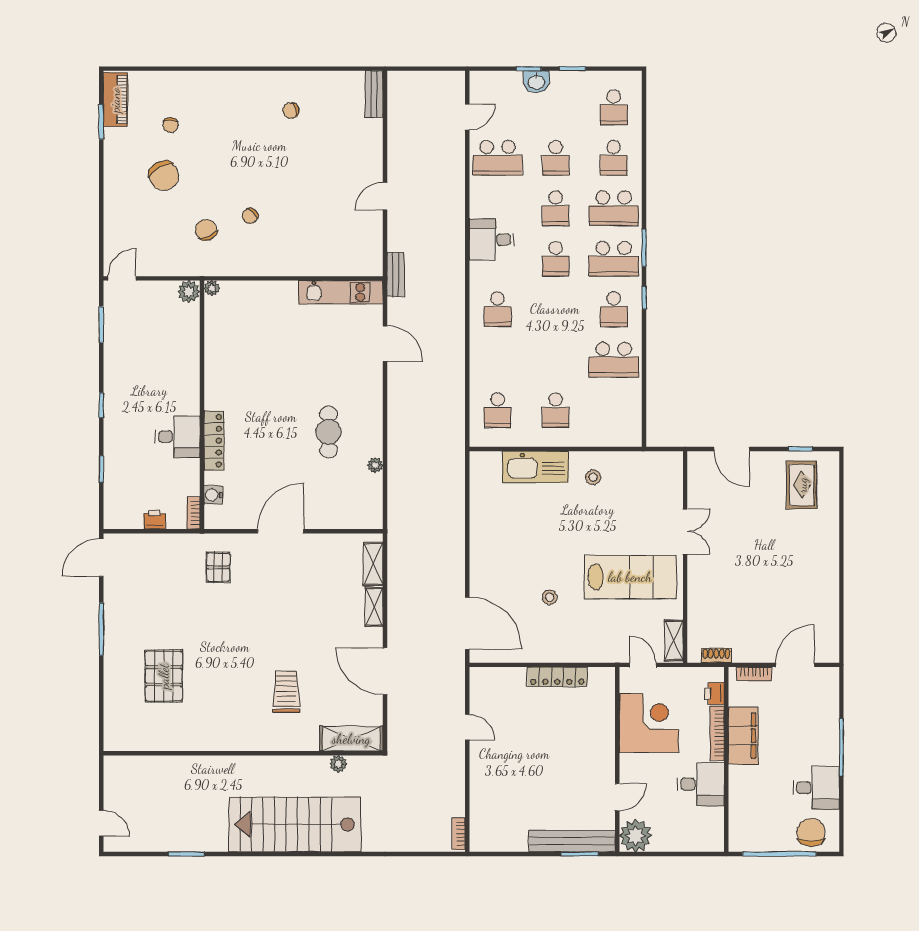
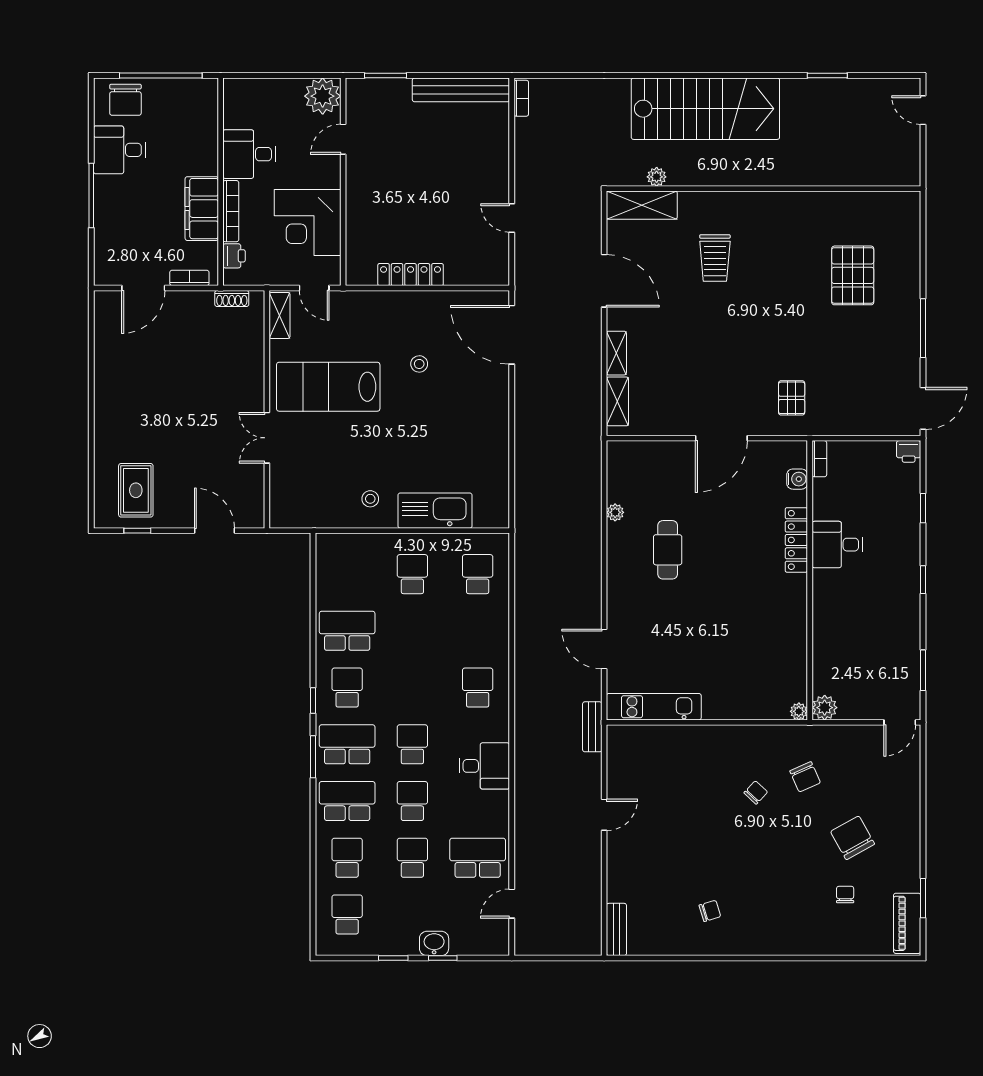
printer: (155, 519) -> (909, 451), moved
bench: (572, 841) -> (461, 90), moved

